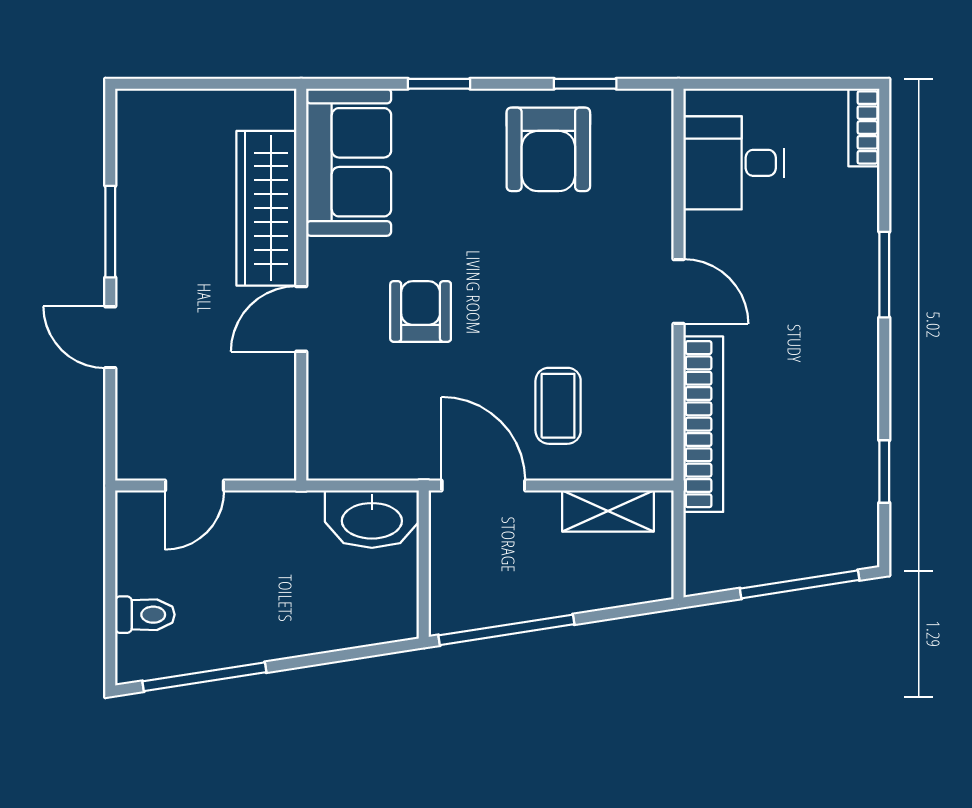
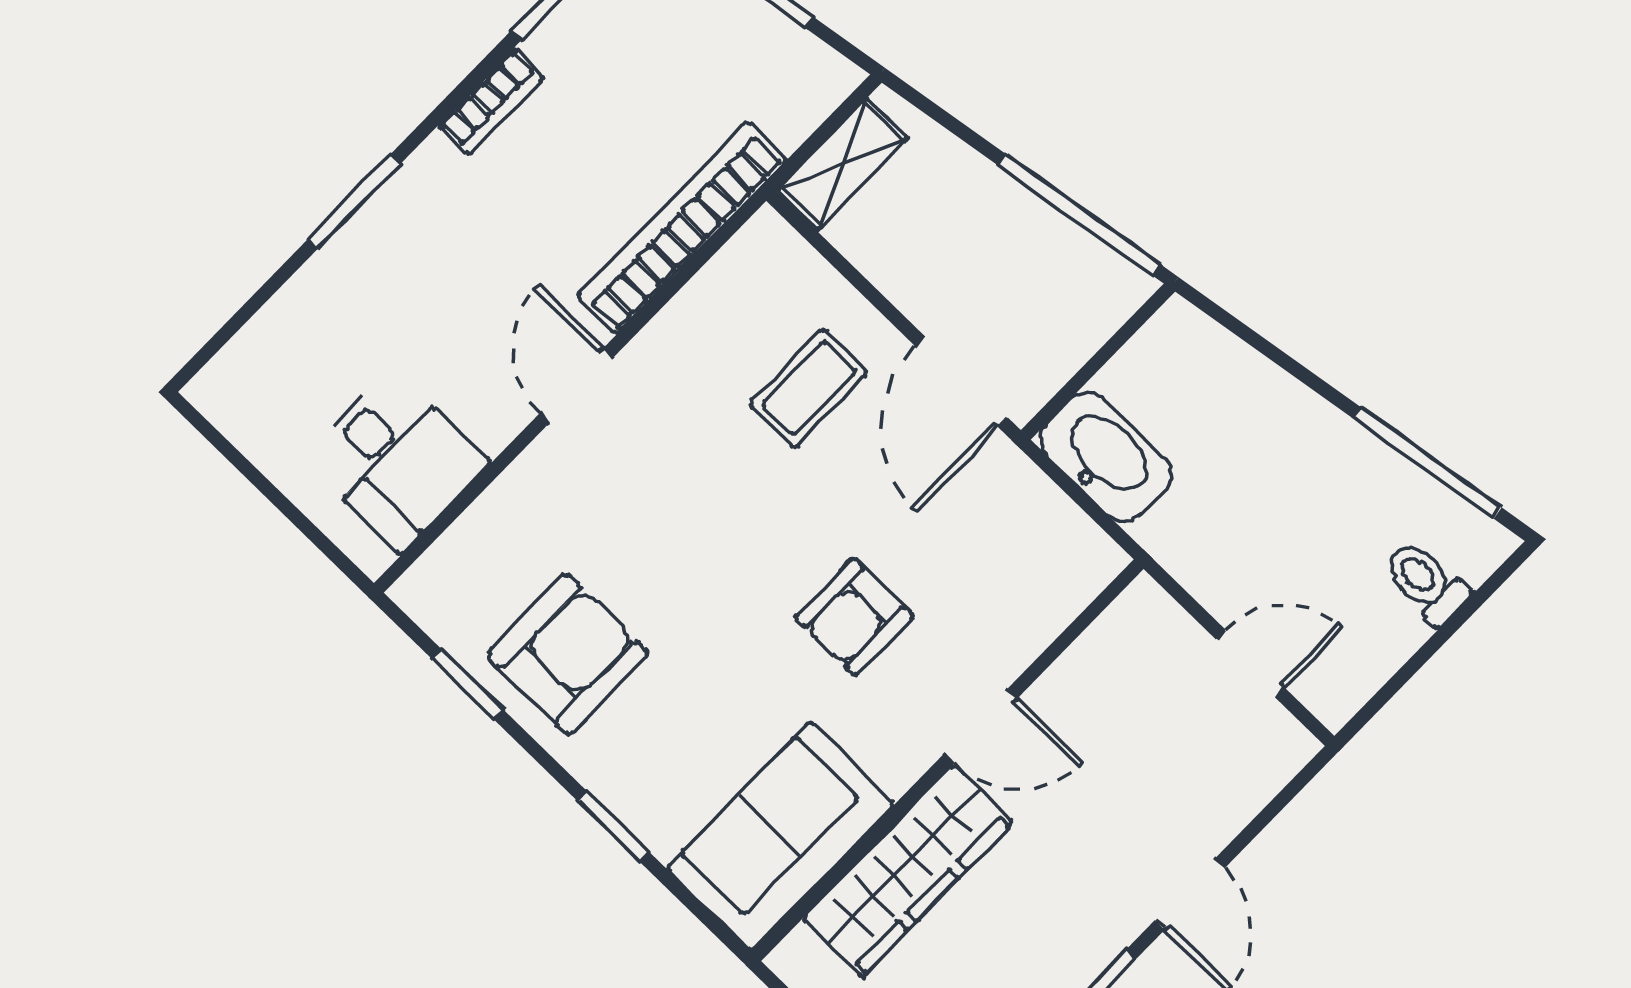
bookcase: (864, 127) -> (491, 102), moved
shelving: (608, 511) -> (842, 164), moved, turned 90

